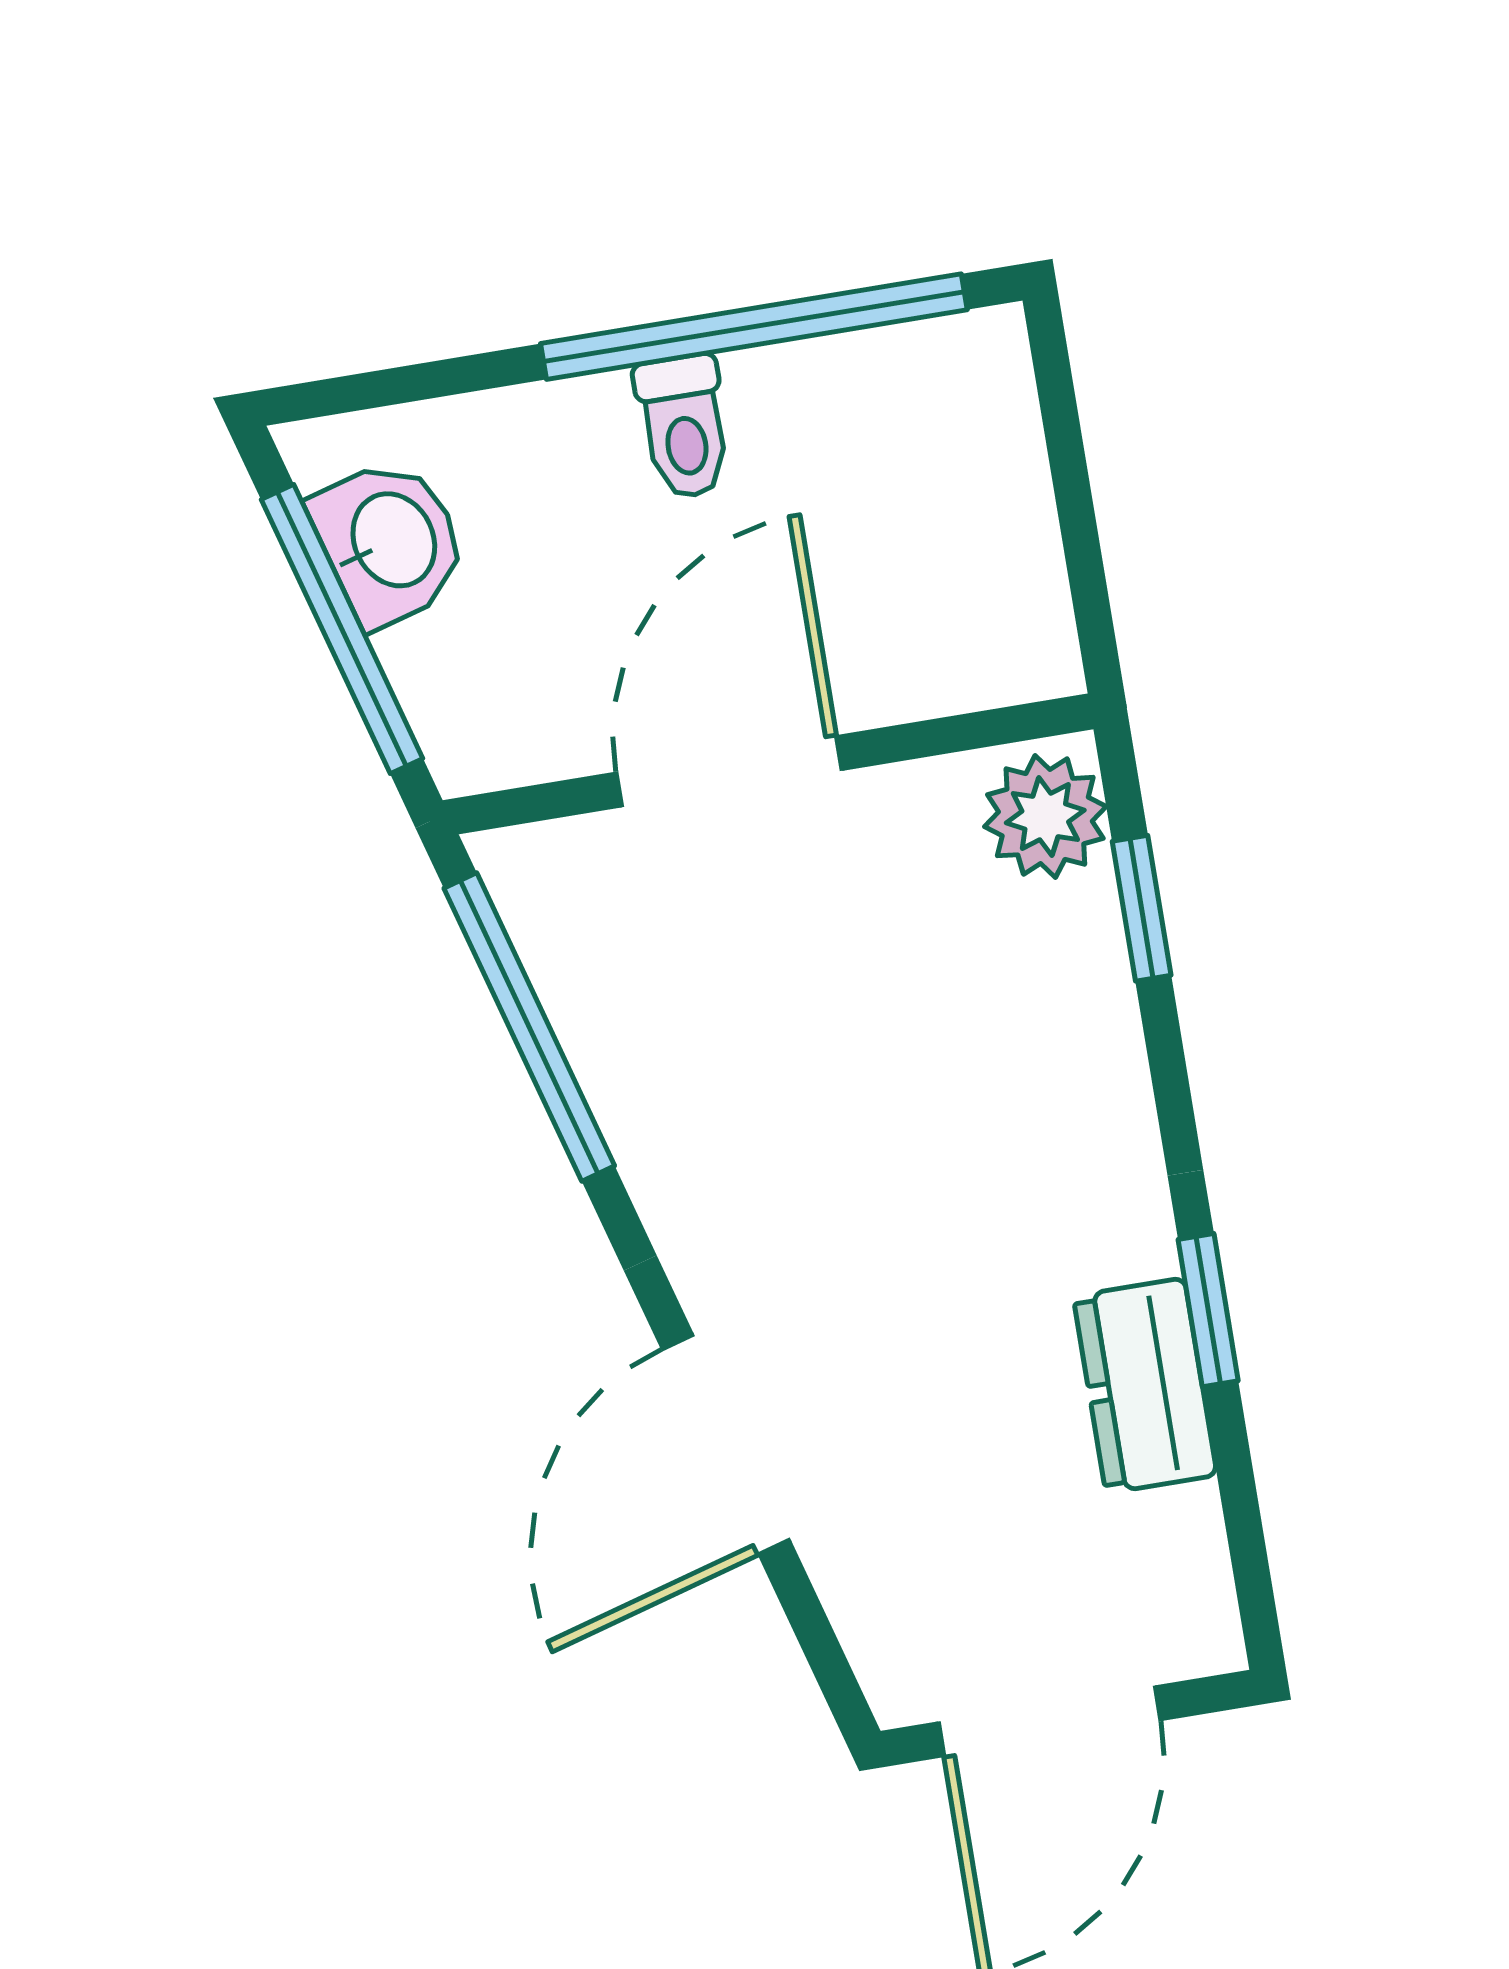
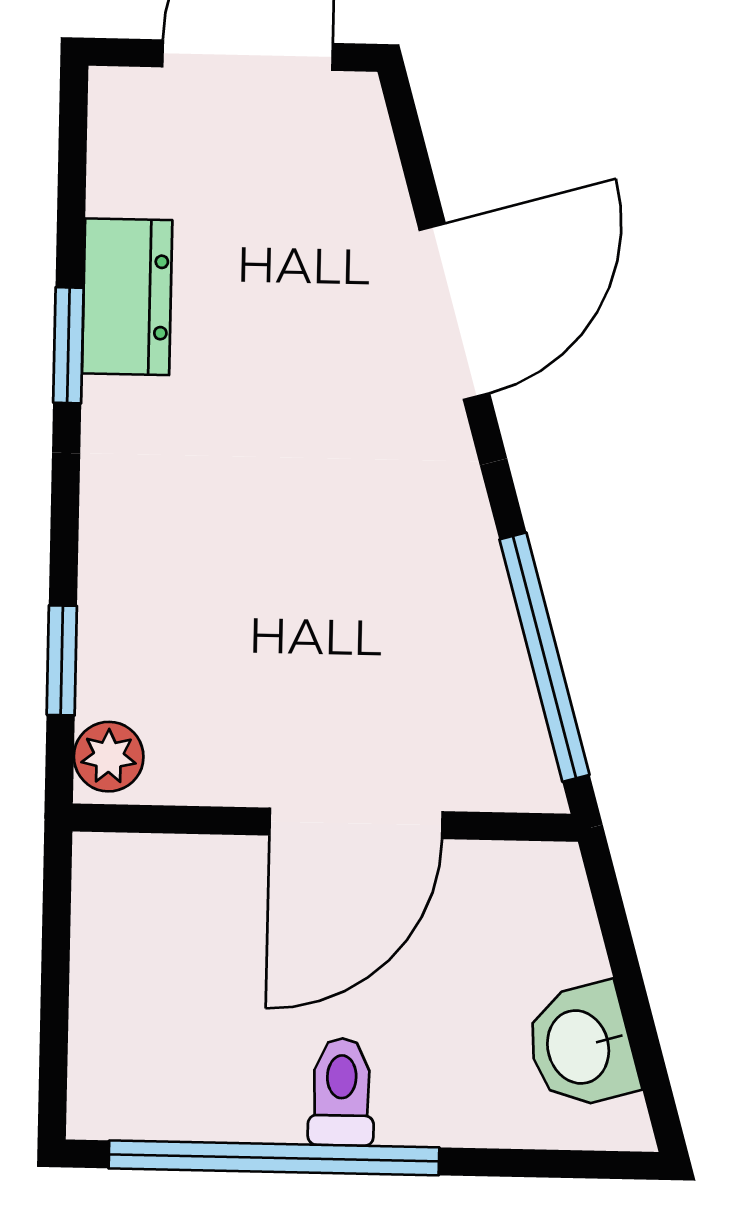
window: (342, 629) -> (630, 987), removed
plant: (1045, 817) -> (109, 757), width x0.73, depth x0.73

